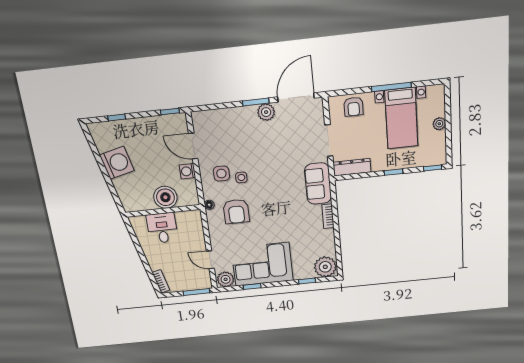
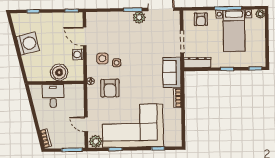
plant: (439, 124) -> (260, 14), moved
corner sofa: (262, 264) -> (133, 126), width x1.36, depth x1.36
plant: (325, 267) -> (173, 138), removed

